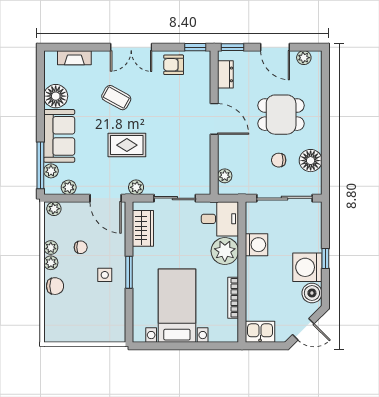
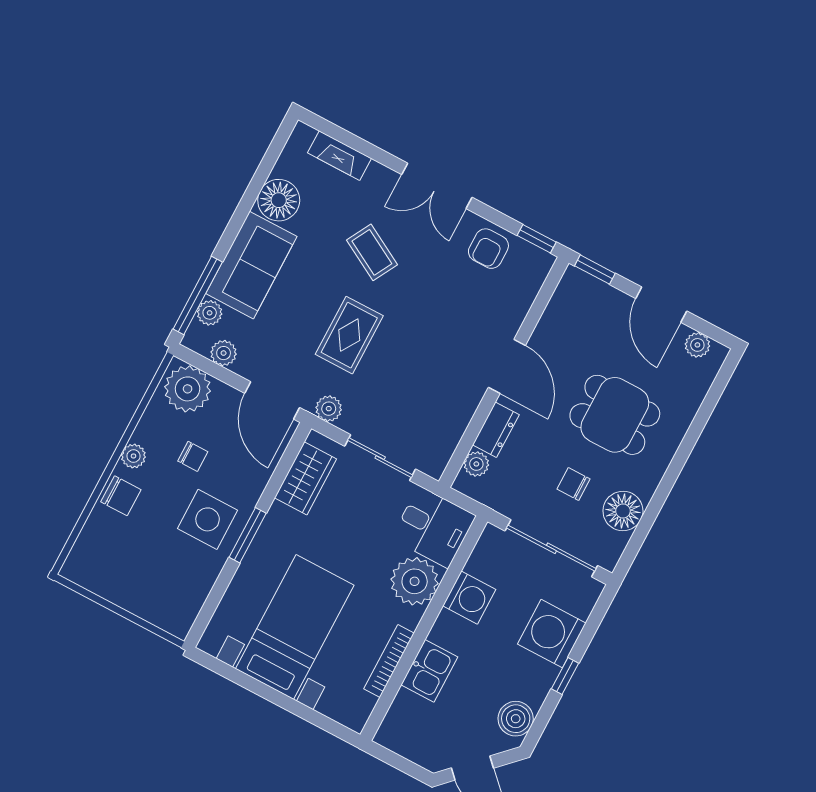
armchair: (174, 65) -> (488, 249), turned -90
dresser: (225, 74) -> (496, 430), moved
rug: (127, 145) -> (349, 335), turned 90
plant: (54, 209) -> (188, 389), width x1.87, depth x1.87
plant: (51, 248) -> (146, 432), removed
washing machine: (307, 267) -> (552, 634), moved
side table: (105, 275) -> (208, 519), width x1.87, depth x1.87
kitchen sink: (260, 332) -> (429, 671), moved, turned 90

